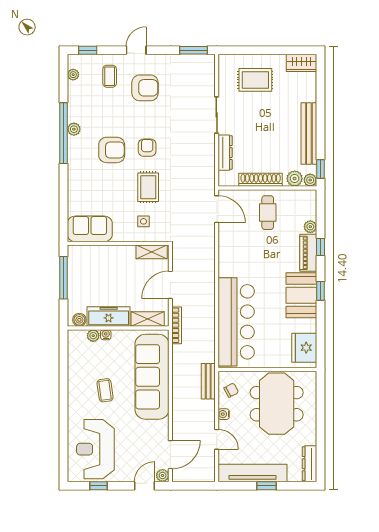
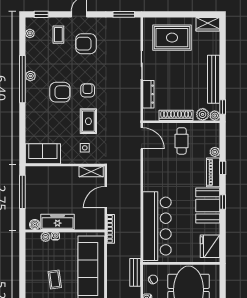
rug: (255, 80) -> (172, 38), width x1.36, depth x1.43
armchair: (145, 88) -> (86, 44), turned 180
shelving: (148, 319) -> (88, 224), removed

